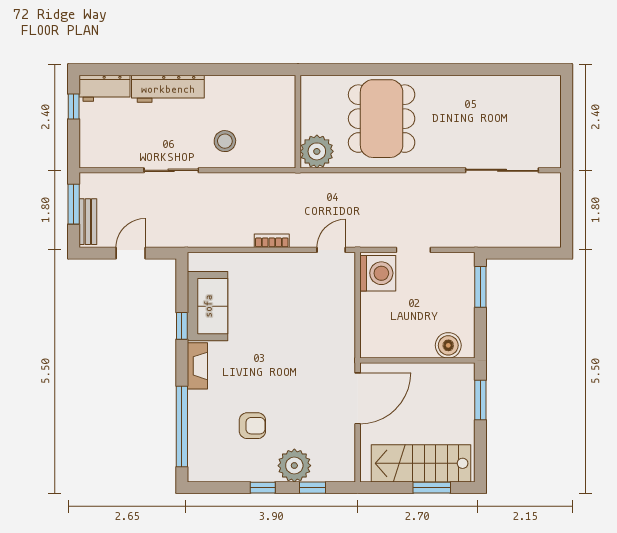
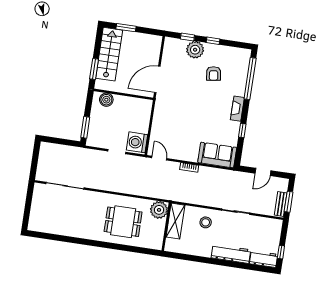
dining table: (382, 119) -> (123, 222), width x0.73
shelving: (283, 135) -> (175, 221), added
bench: (88, 222) -> (281, 204), moved
door: (331, 250) -> (159, 158), swing flipped
sofa: (208, 306) -> (217, 155), moved, turned 90
armchair: (252, 426) -> (214, 74), turned -98
stairs: (421, 463) -> (109, 54), moved, turned -90

